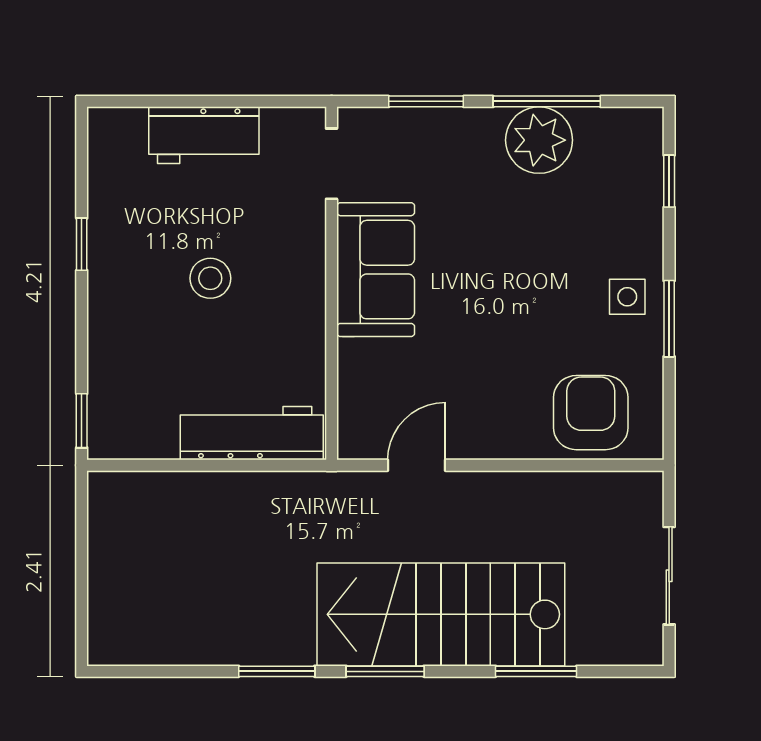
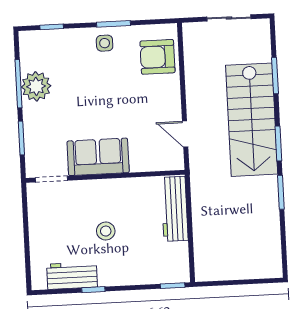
workbench: (204, 135) -> (72, 275), moved, turned -90

